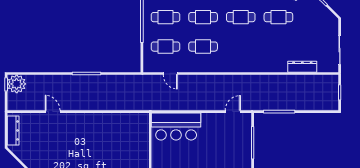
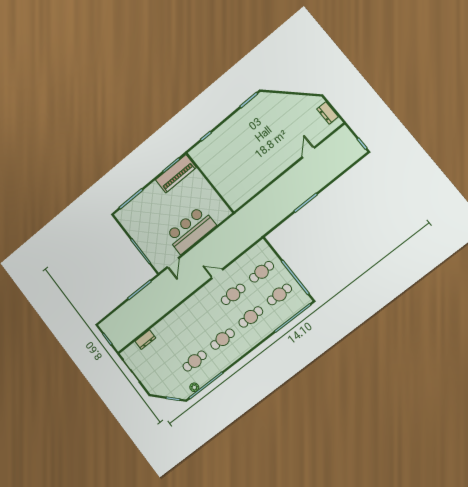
dresser: (302, 67) -> (145, 340), width x0.70
door: (170, 73) -> (217, 274), moved
plant: (17, 84) -> (354, 151), removed
door: (53, 112) -> (308, 152), swing flipped
bar counter: (176, 126) -> (191, 230), moved
dresser: (13, 130) -> (328, 113), width x0.70

